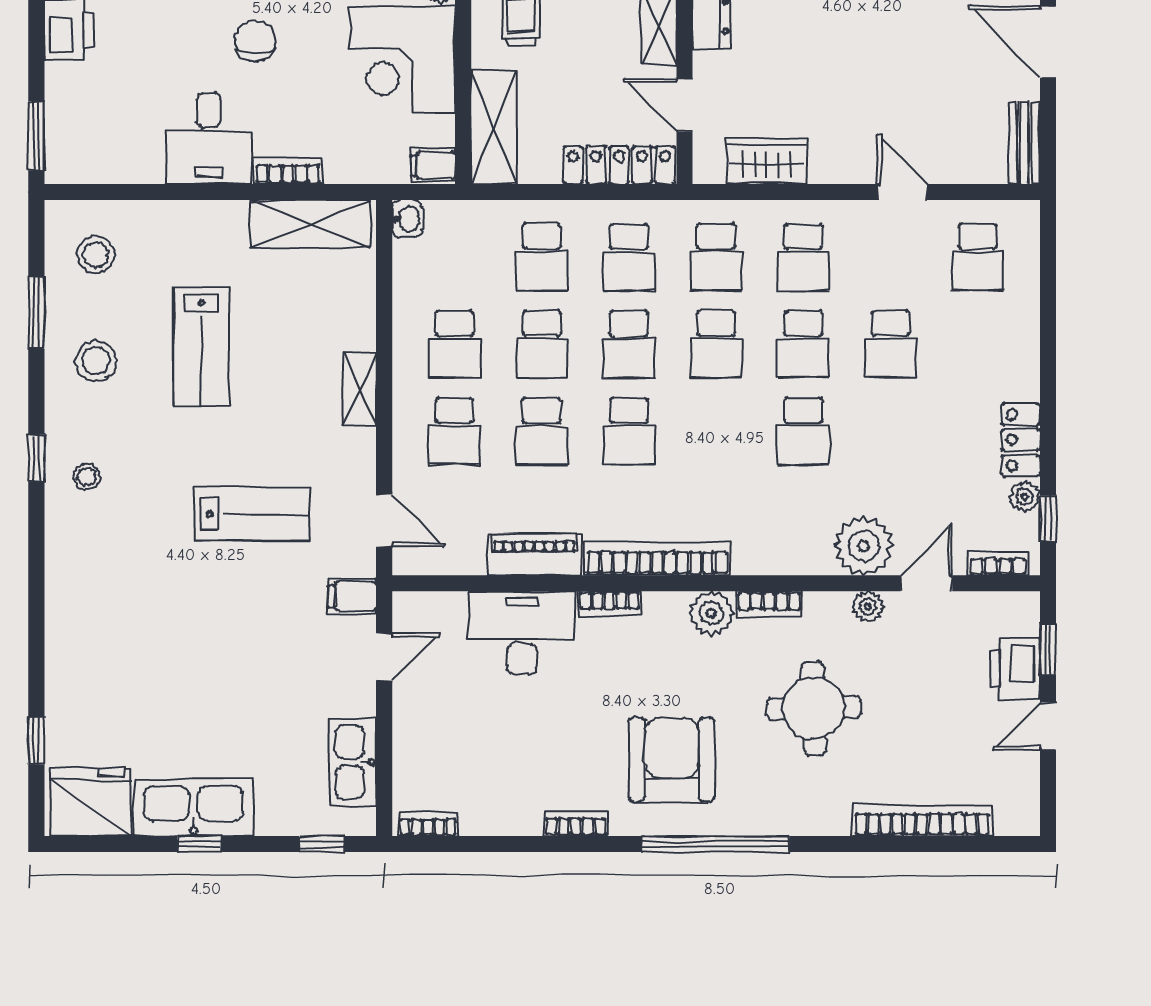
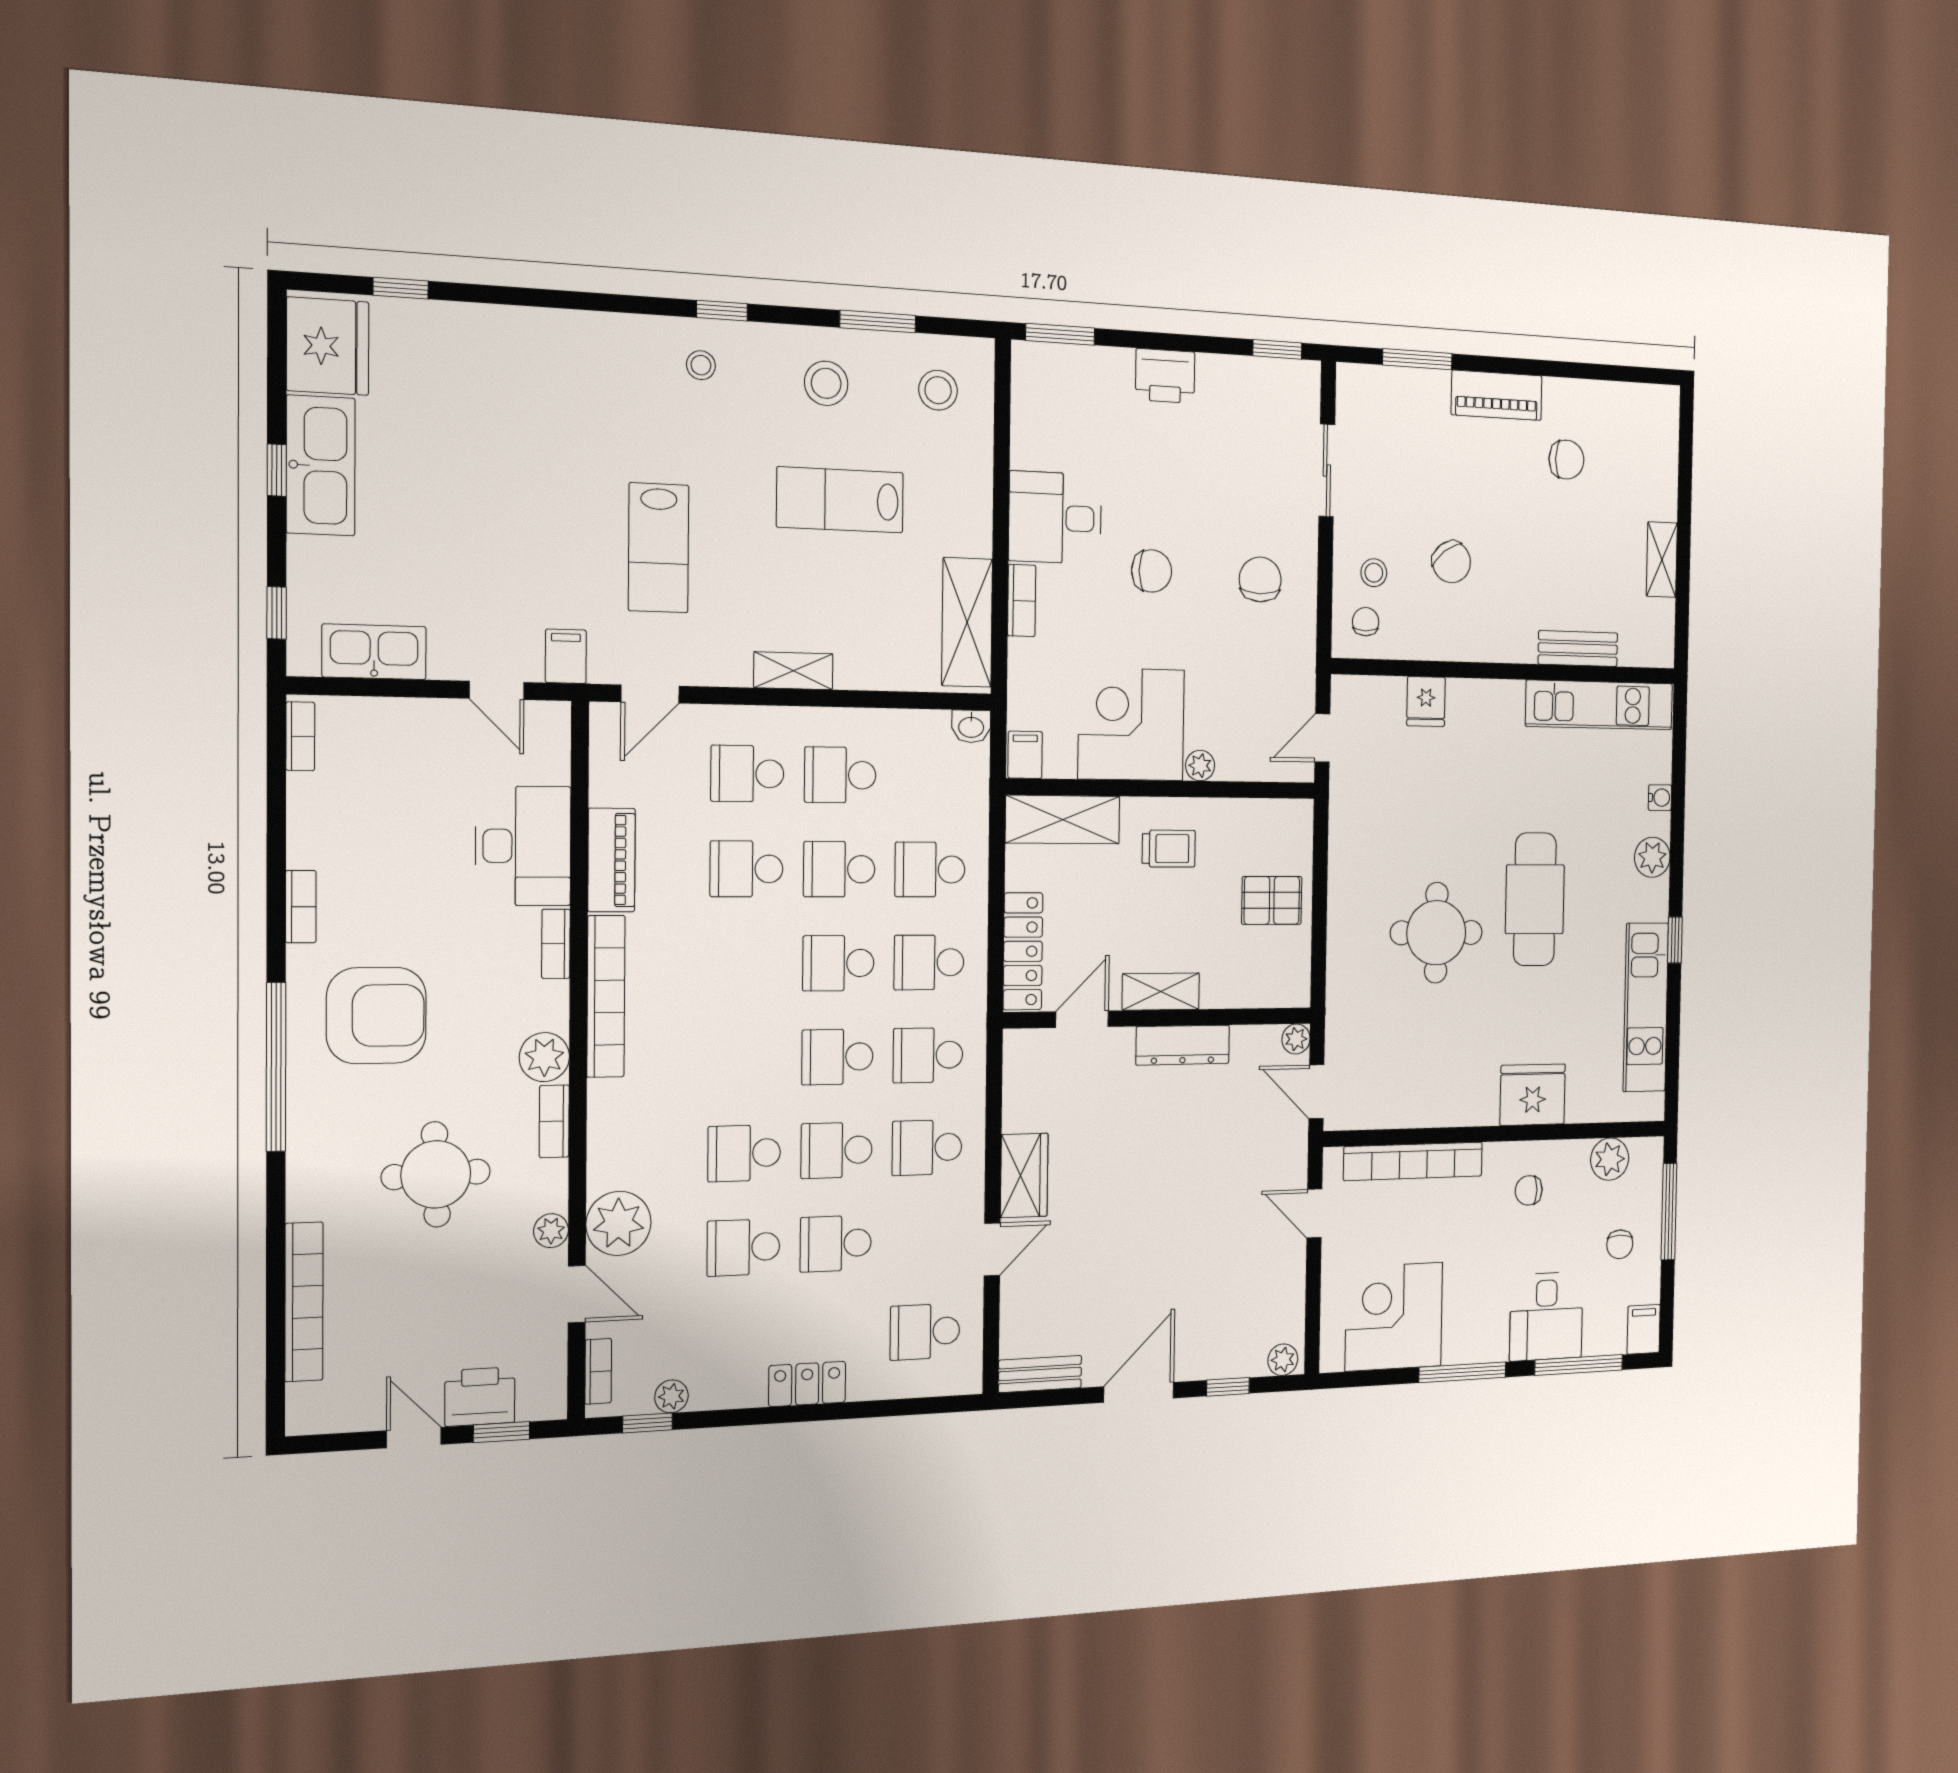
wardrobe: (767, 161) -> (1024, 1175), moved
school desk: (629, 431) -> (743, 1247), moved
locker: (1021, 440) -> (807, 1384), moved

